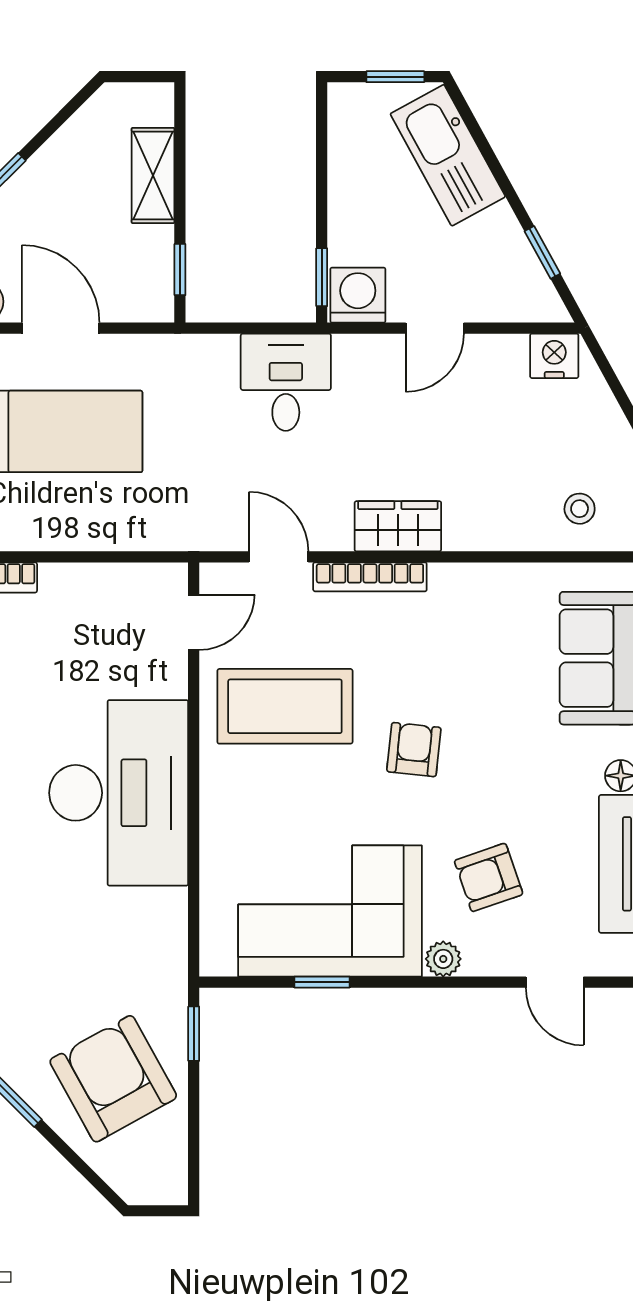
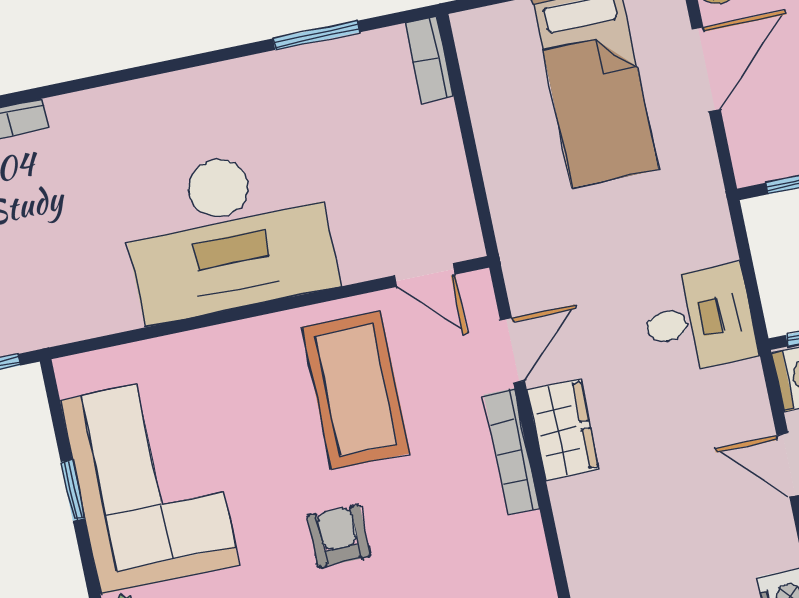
wardrobe: (398, 526) -> (563, 430), moved
armchair: (414, 750) -> (339, 536), turned -96

